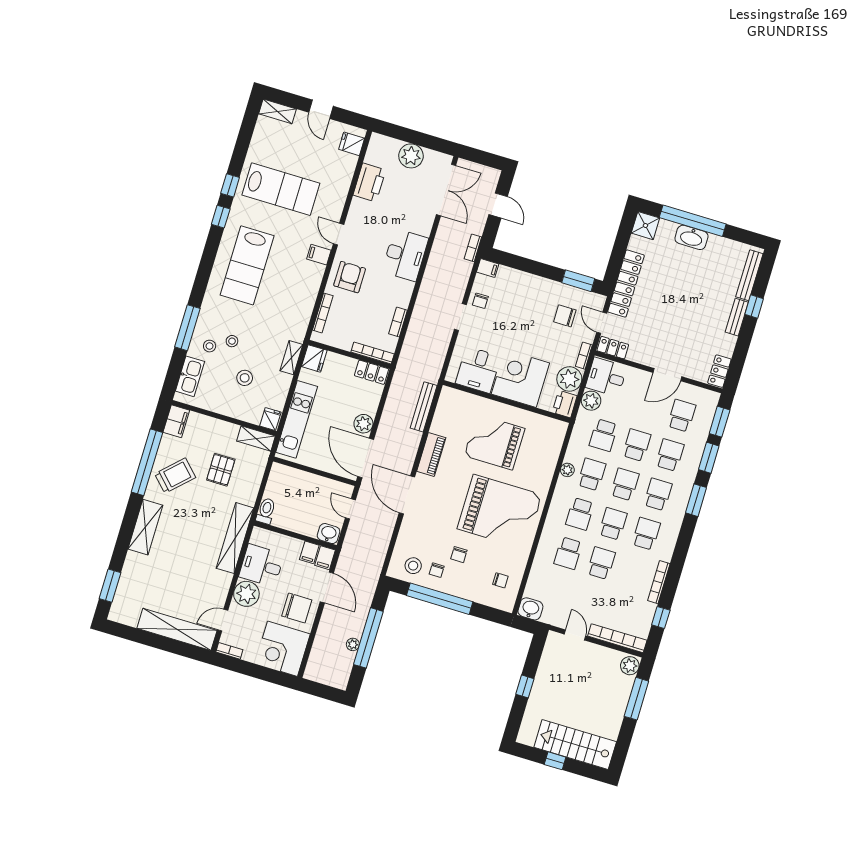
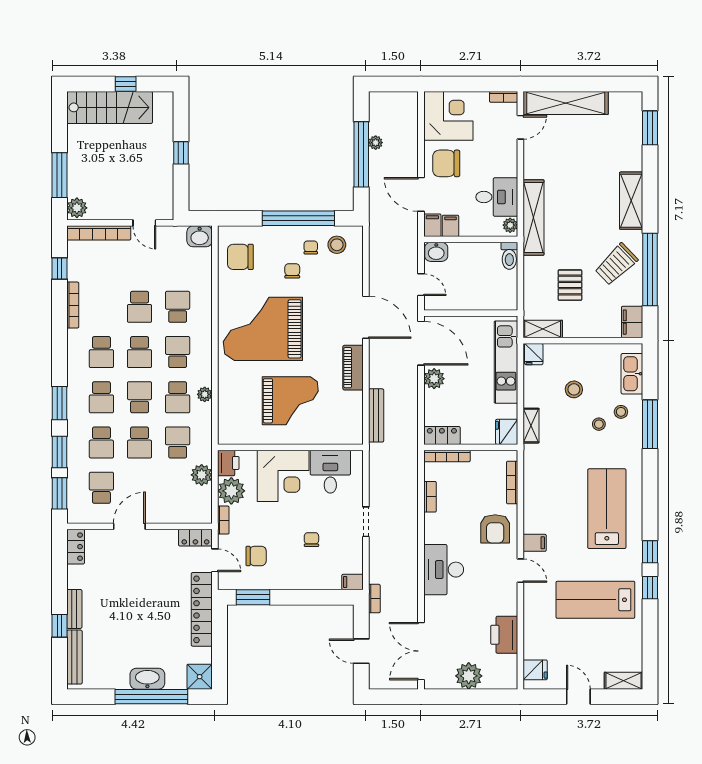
chair: (480, 301) -> (311, 540), moved
desk: (606, 377) -> (193, 505), removed
school desk: (682, 416) -> (101, 488), turned 180
school desk: (625, 484) -> (140, 397), turned 180
chair: (500, 580) -> (240, 257), width x1.87, depth x1.87
plant: (246, 594) -> (510, 225), moved, width x0.53, depth x0.53

